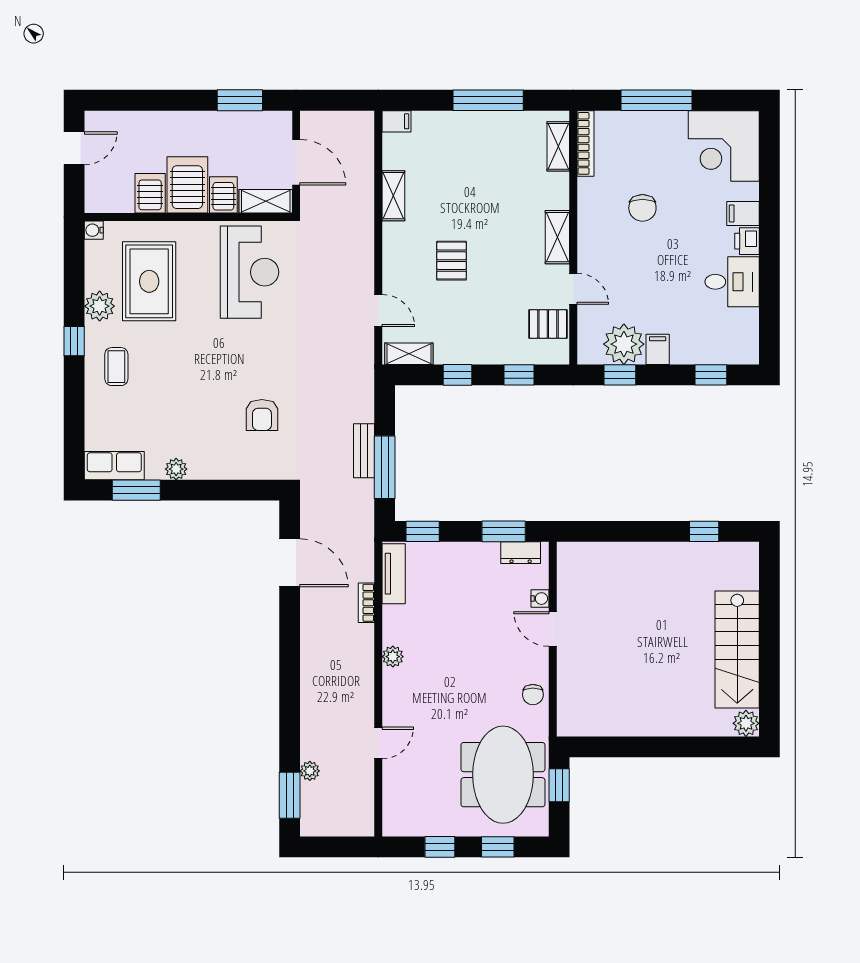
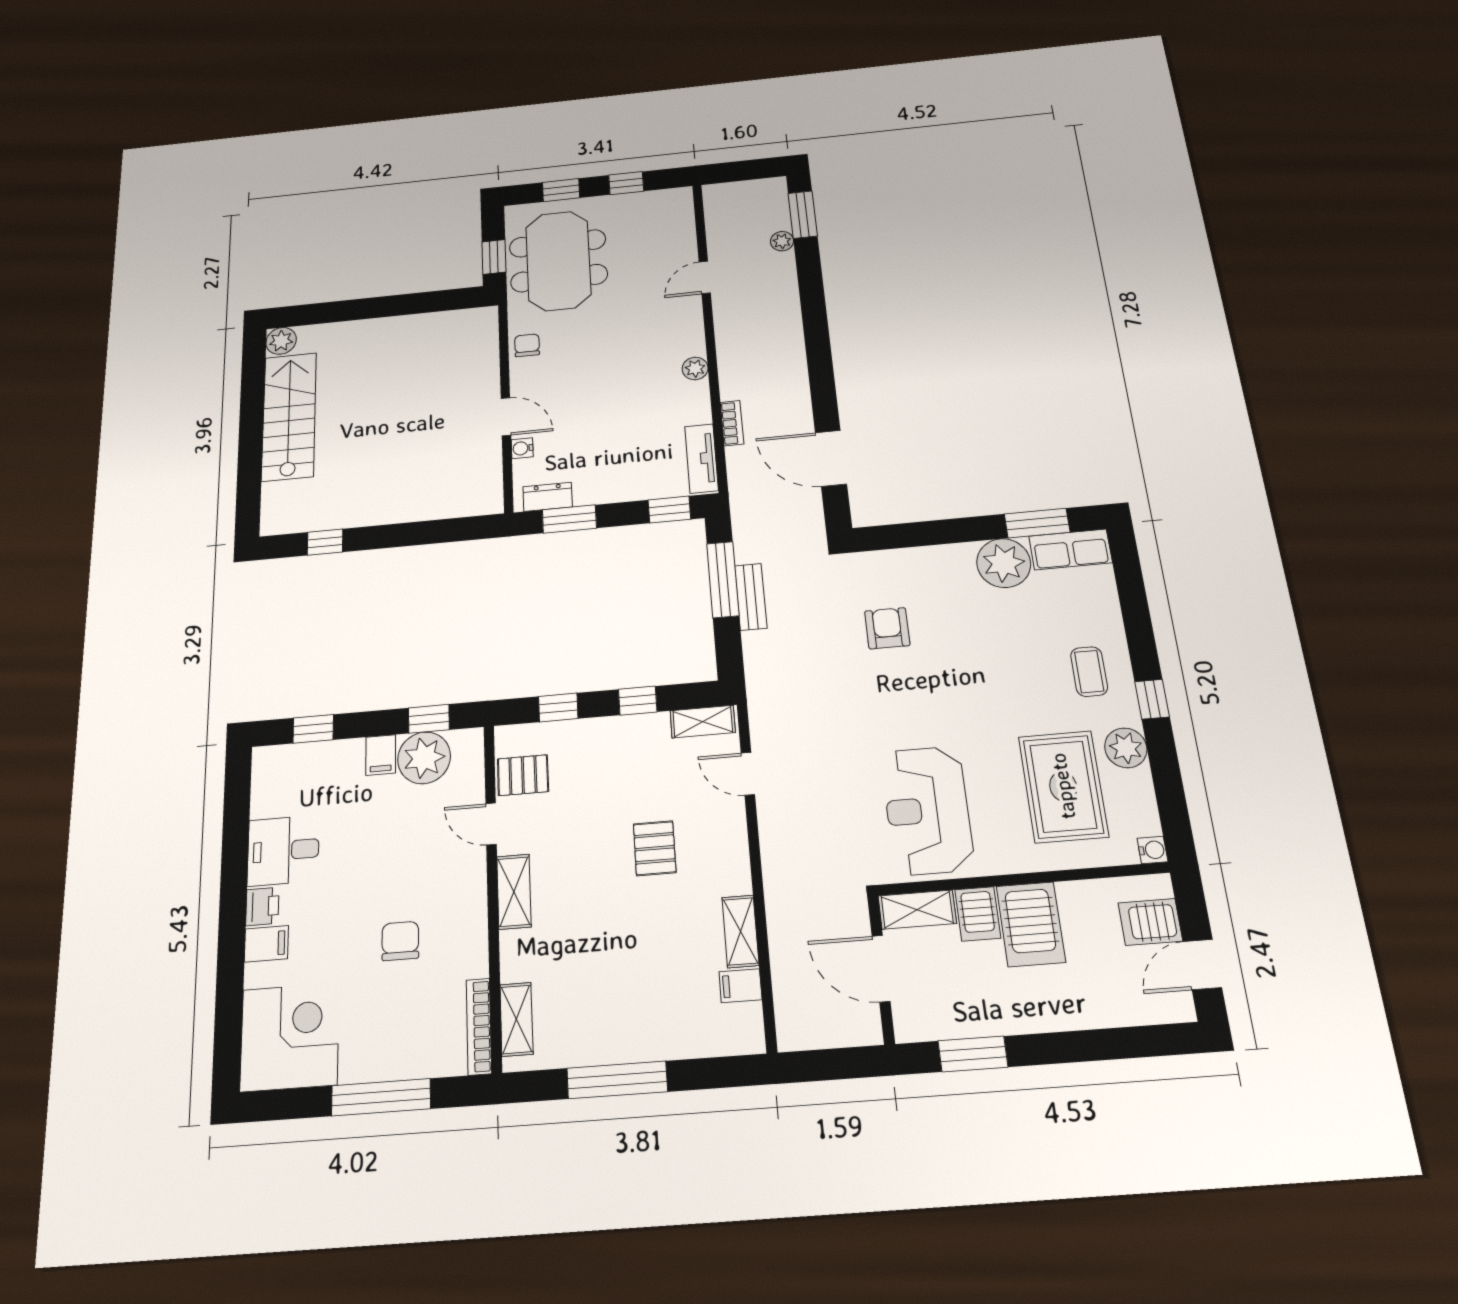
filing cabinet: (397, 121) -> (740, 986), moved
server rack: (150, 193) -> (1150, 922), moved, turned 90
plant: (176, 469) -> (1004, 563), width x1.88, depth x1.88

